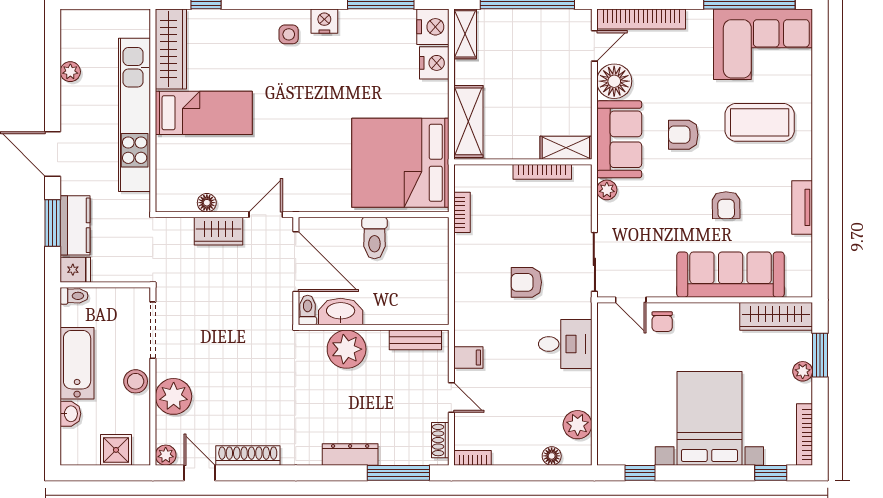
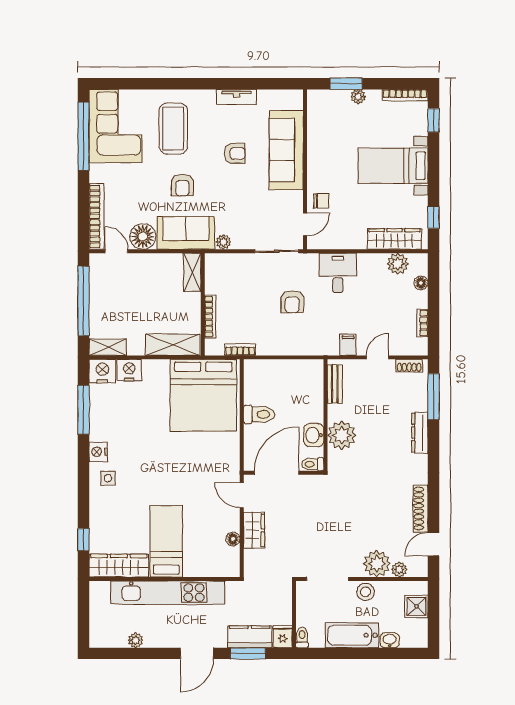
bookcase: (542, 172) -> (210, 317), moved
washbasin: (341, 312) -> (314, 435), width x0.72
wardrobe: (776, 316) -> (394, 239), moved, turned -90
bed with nightstands: (709, 418) -> (393, 166), width x0.73
plant: (166, 455) -> (399, 569), moved
bookcase: (473, 458) -> (422, 323), moved

